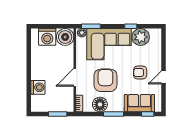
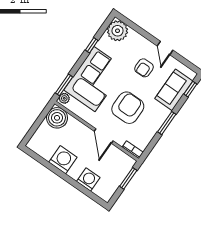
washing machine: (47, 37) -> (63, 160), moved, turned -90
plant: (141, 37) -> (118, 31), moved
armchair: (105, 80) -> (128, 108), turned 90
floor lamp: (100, 104) -> (148, 130), removed

